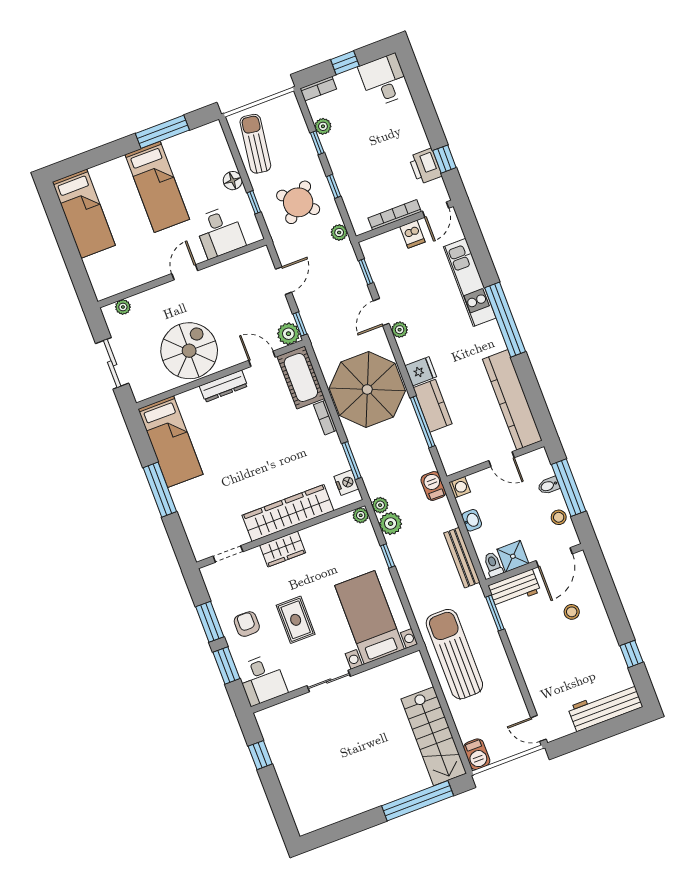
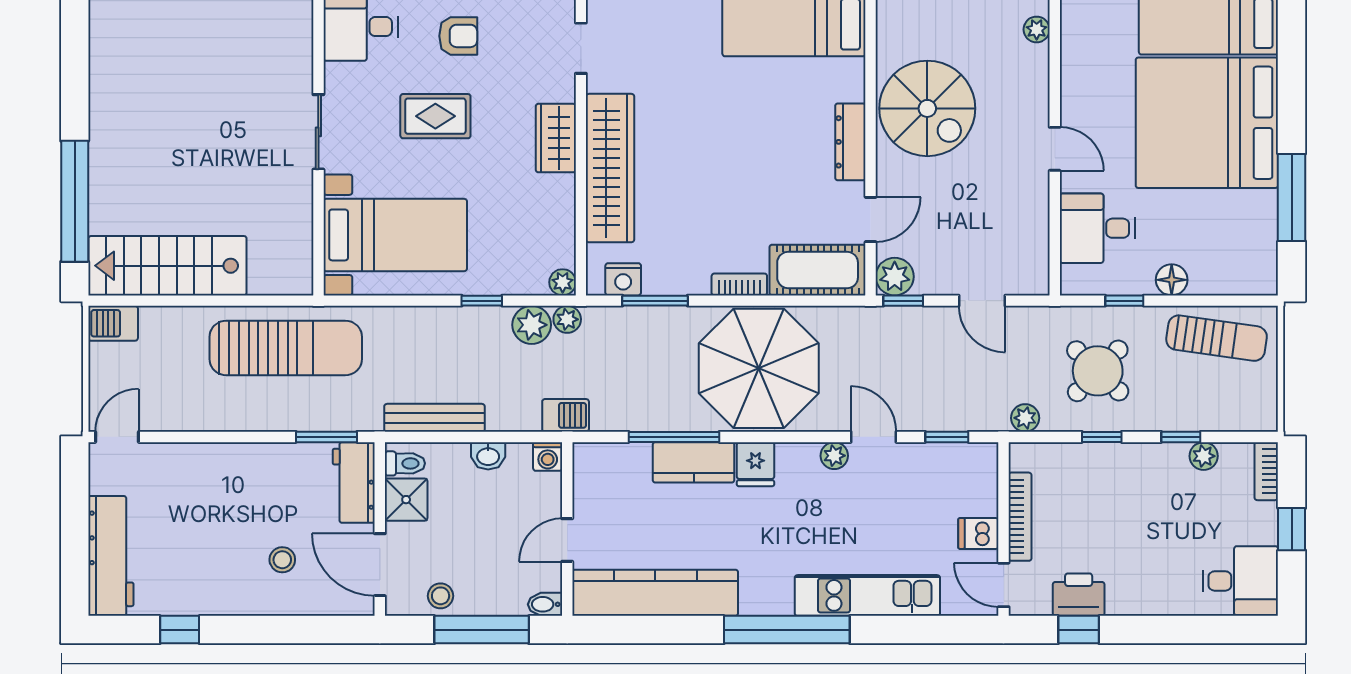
bed: (157, 187) -> (1207, 123), width x2.04
bidet: (549, 486) -> (545, 604), moved, turned -90

